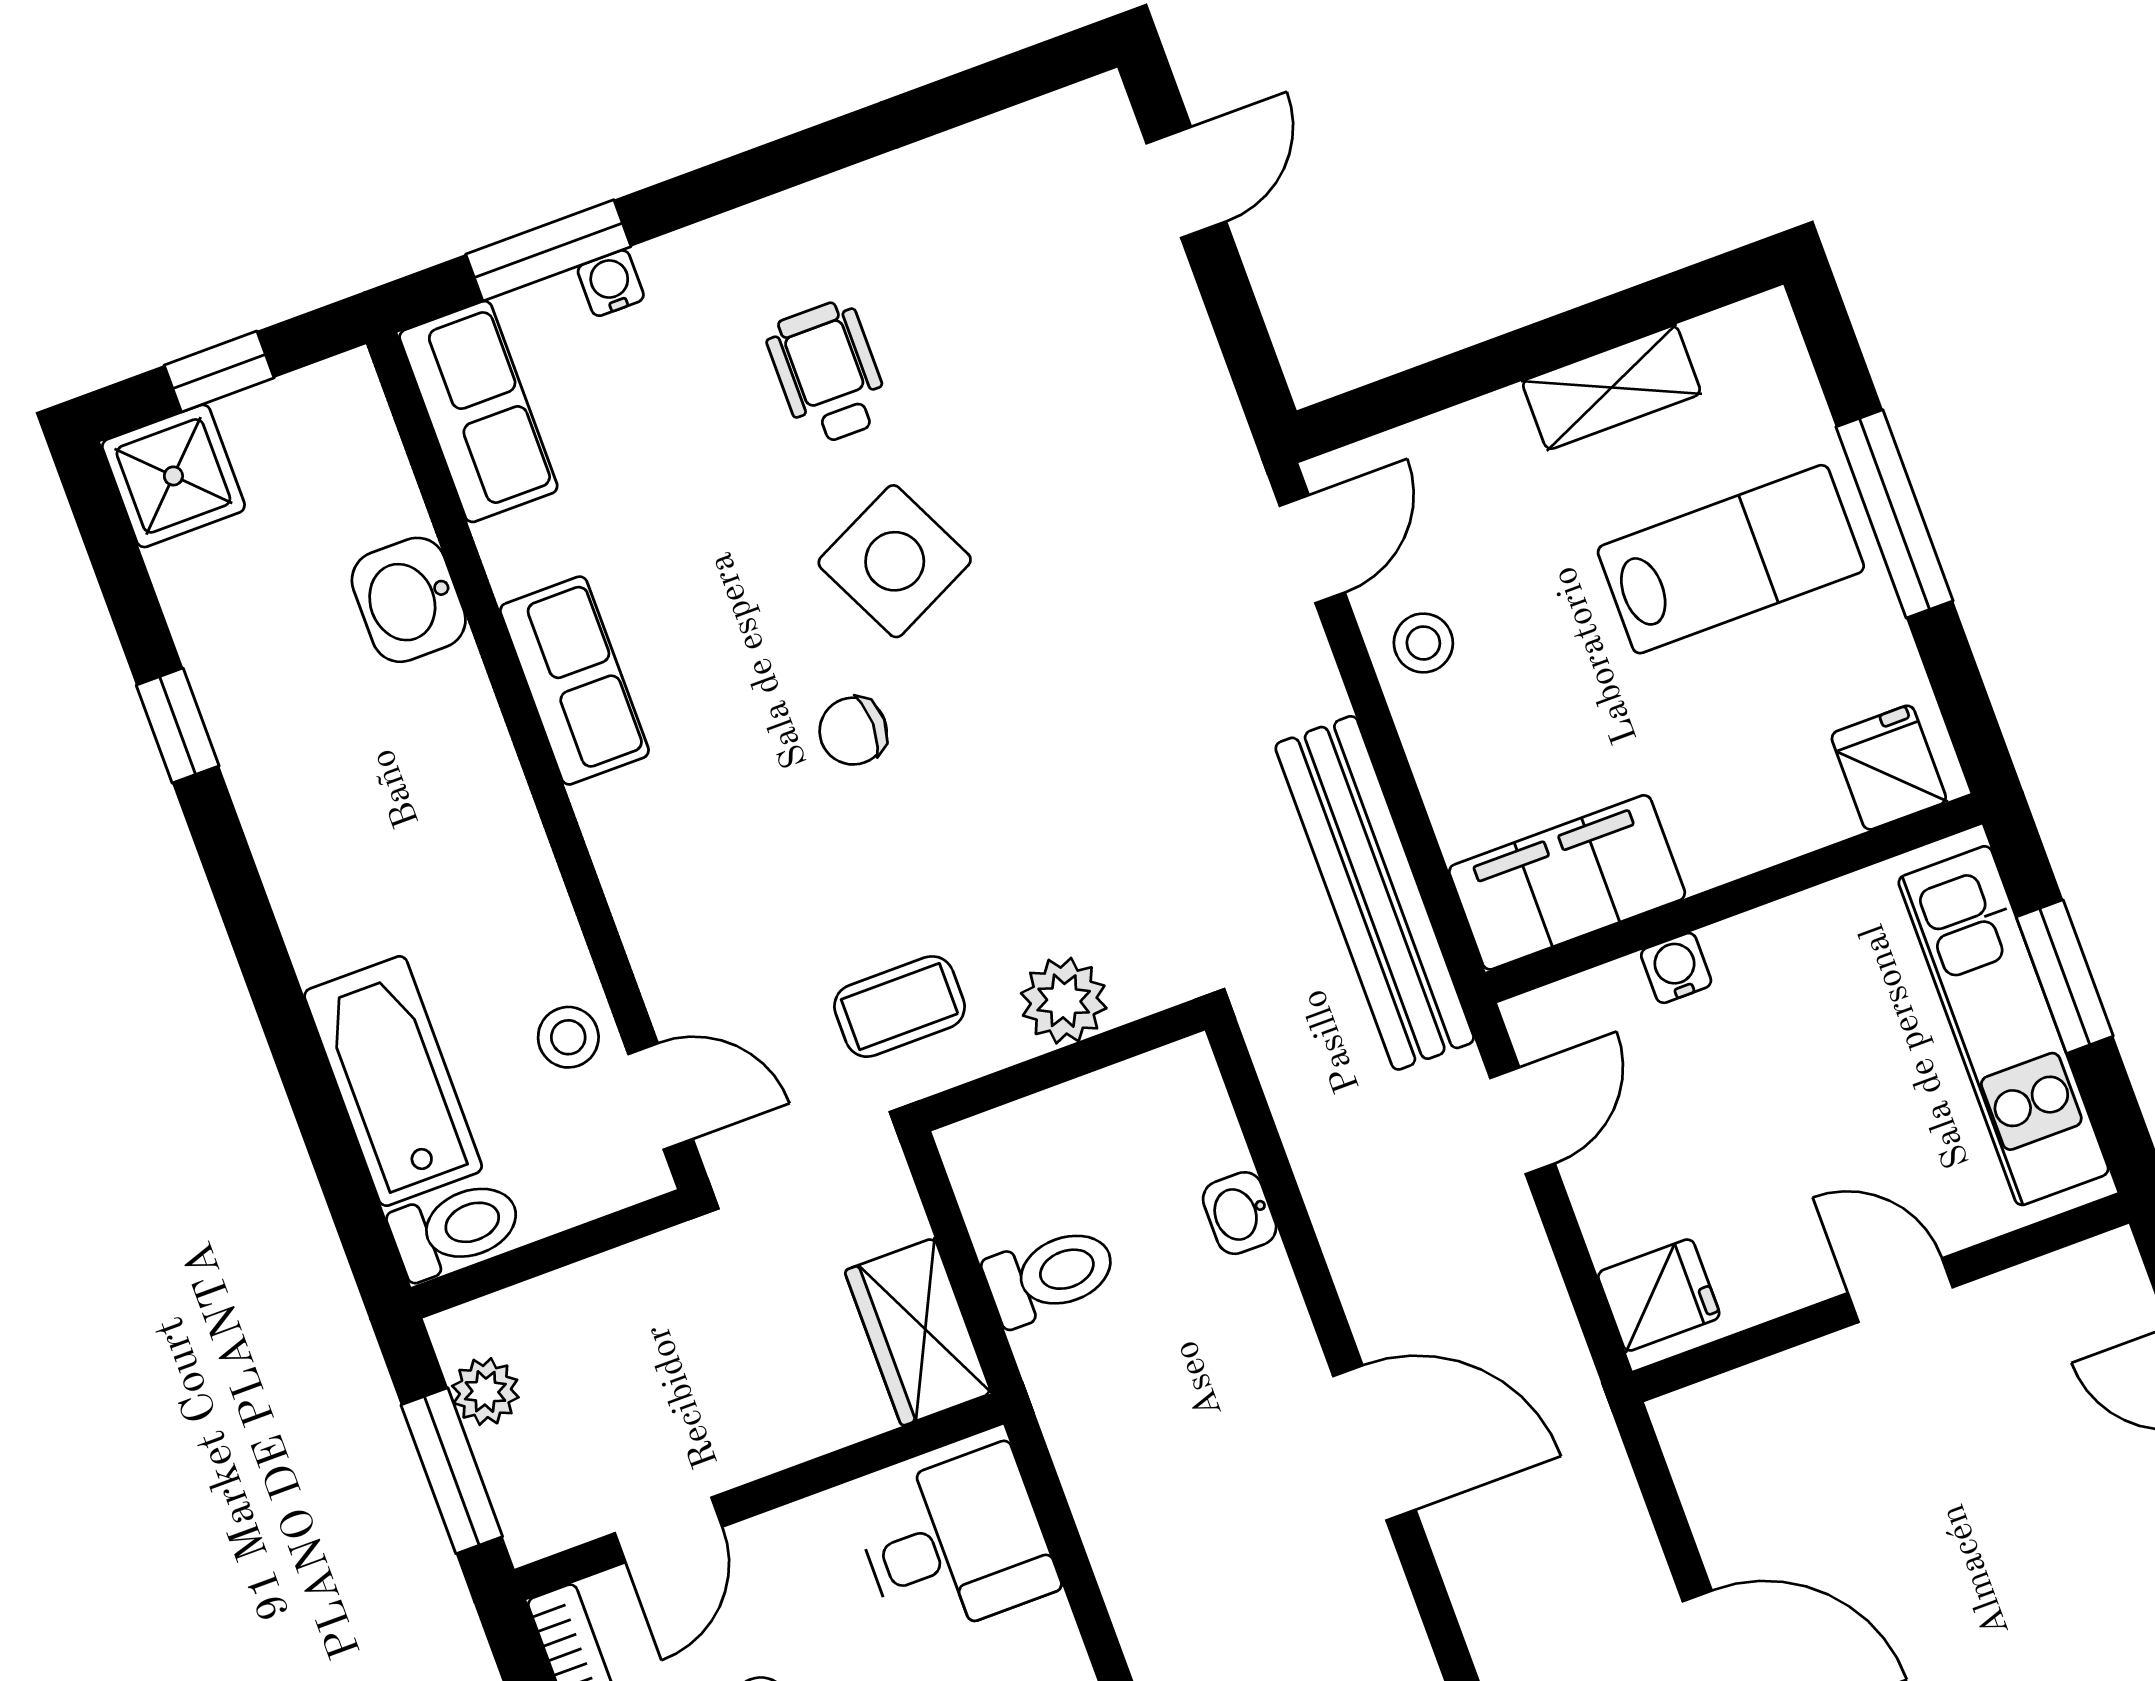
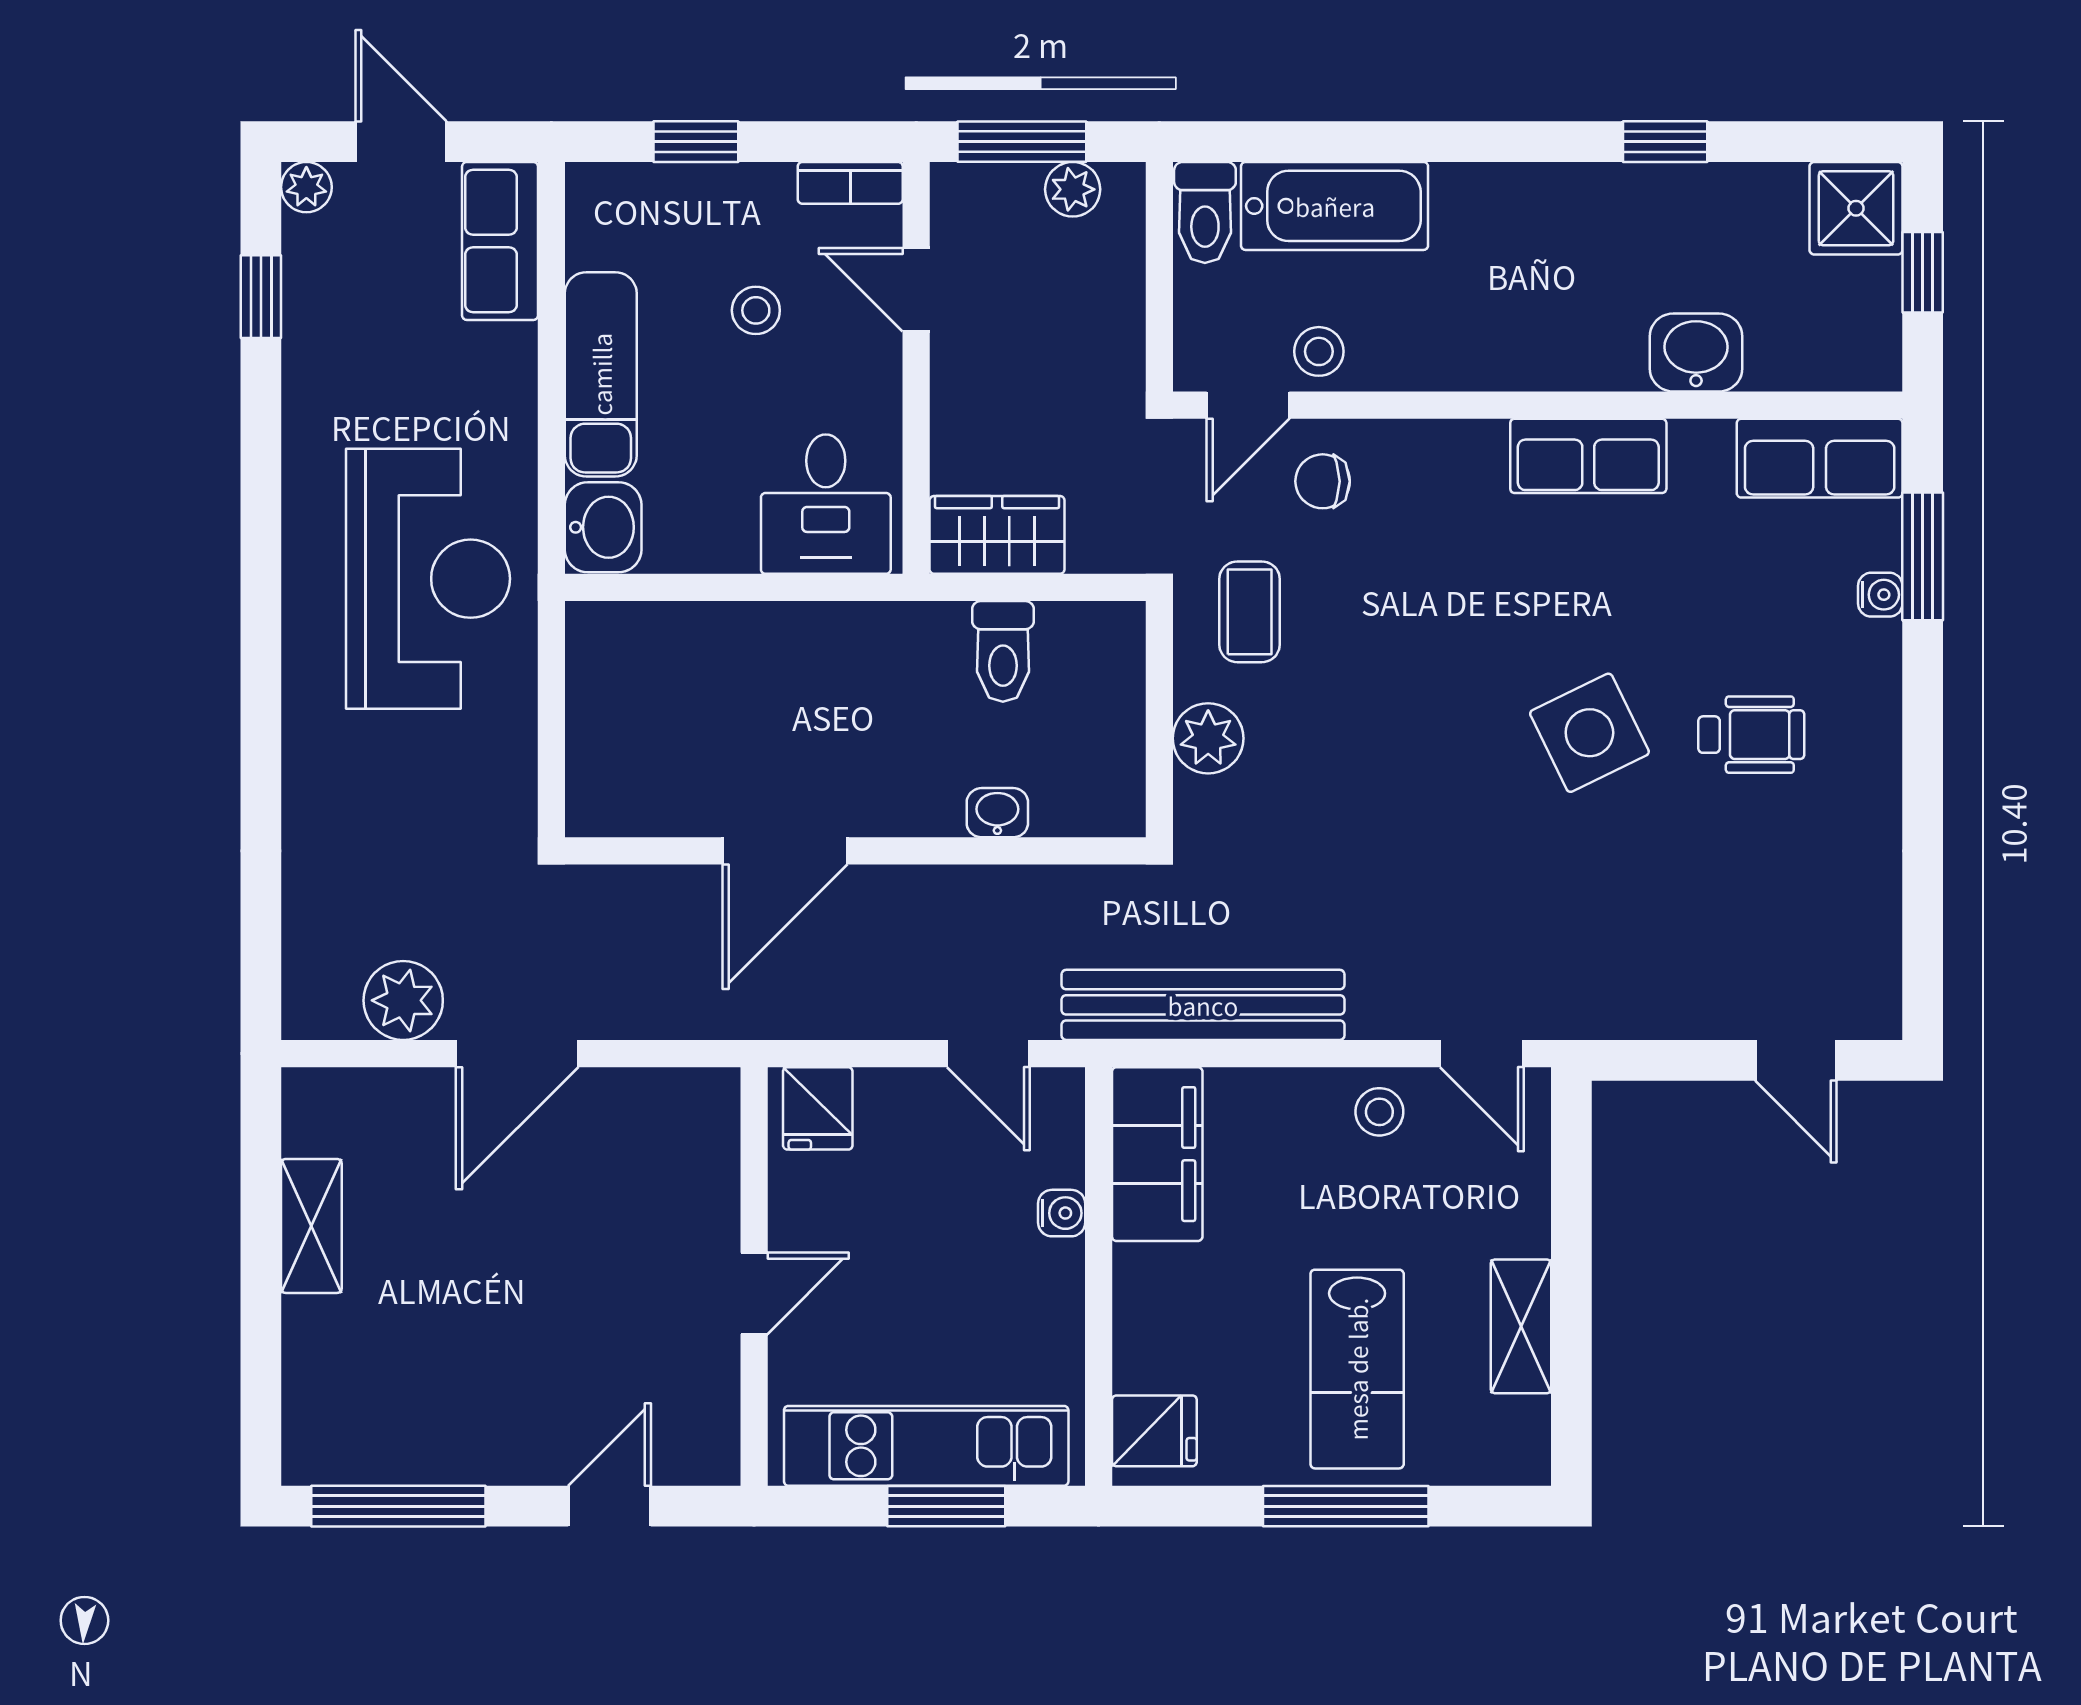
chair: (853, 731) -> (1323, 481), moved, turned -90

